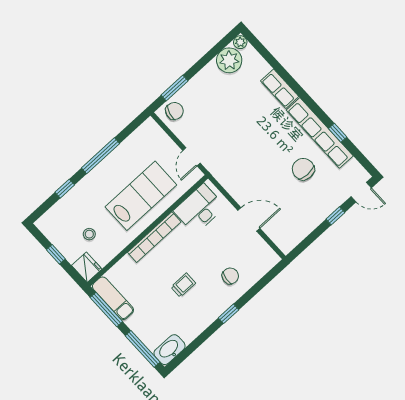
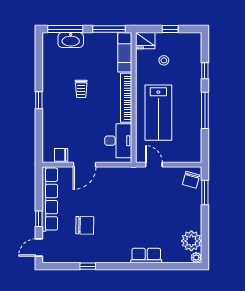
row of seats: (320, 133) -> (50, 199), moved, turned 90
chair: (230, 276) -> (61, 155), moved, turned 82
exam couch: (113, 298) -> (125, 52), moved, turned 90
washbasin: (169, 350) -> (71, 40), moved, turned 90

